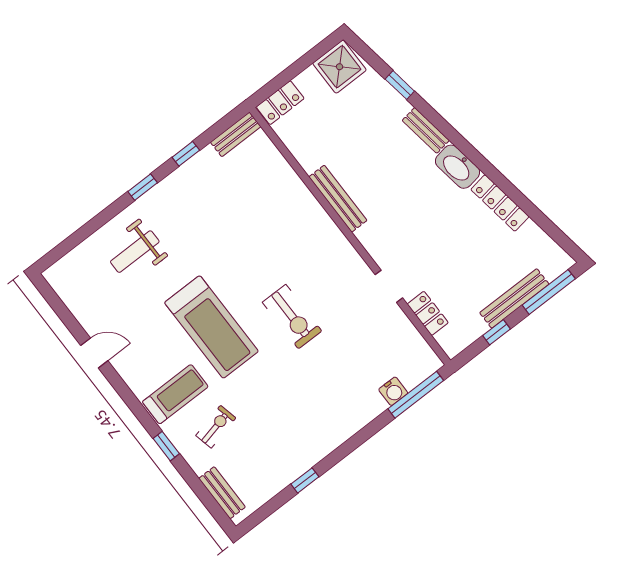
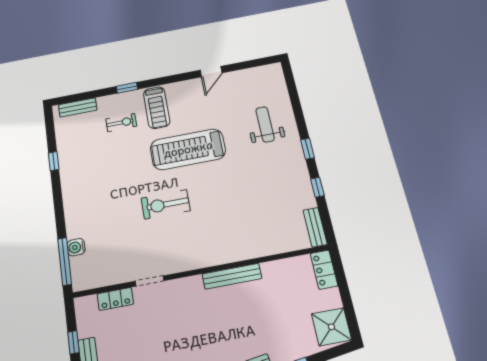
exercise bike: (216, 427) -> (121, 123), turned -77

